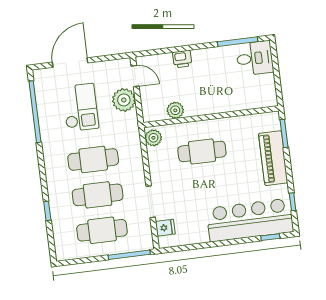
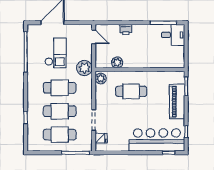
plant: (124, 100) -> (84, 68), moved

